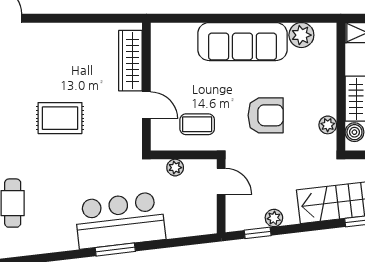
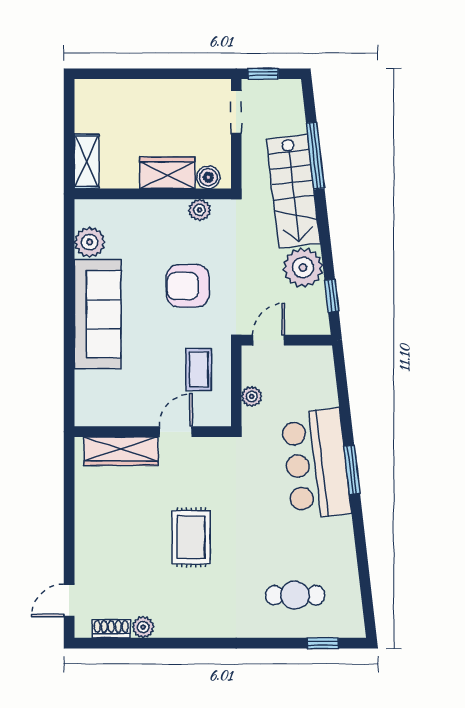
armchair: (266, 115) -> (188, 286), turned -90
plant: (274, 218) -> (303, 268), width x1.88, depth x1.88

